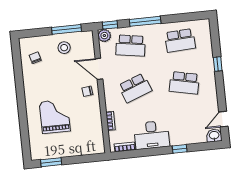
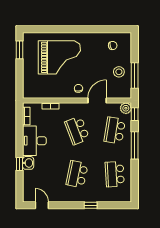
grand piano: (55, 116) -> (59, 57), width x1.37, depth x1.48
washbasin: (214, 136) -> (28, 163), moved

